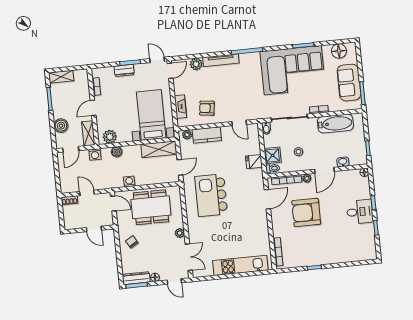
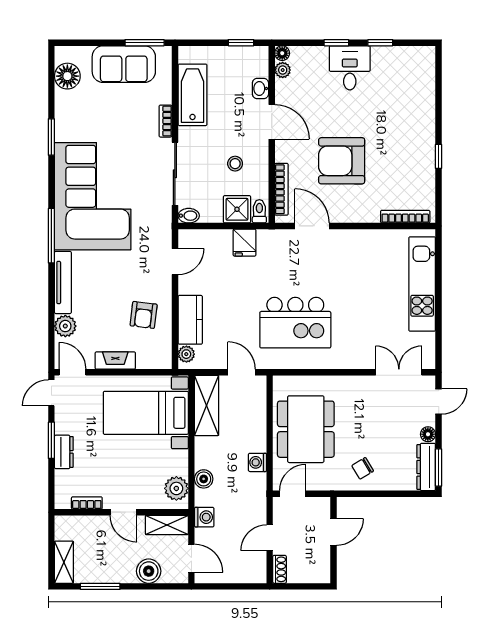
corner sofa: (293, 70) -> (93, 196), moved
fireplace: (180, 107) -> (115, 360), moved
plant: (307, 178) -> (283, 70), moved
armchair: (306, 212) -> (342, 161), turned 90
plant: (180, 233) -> (355, 384), removed

